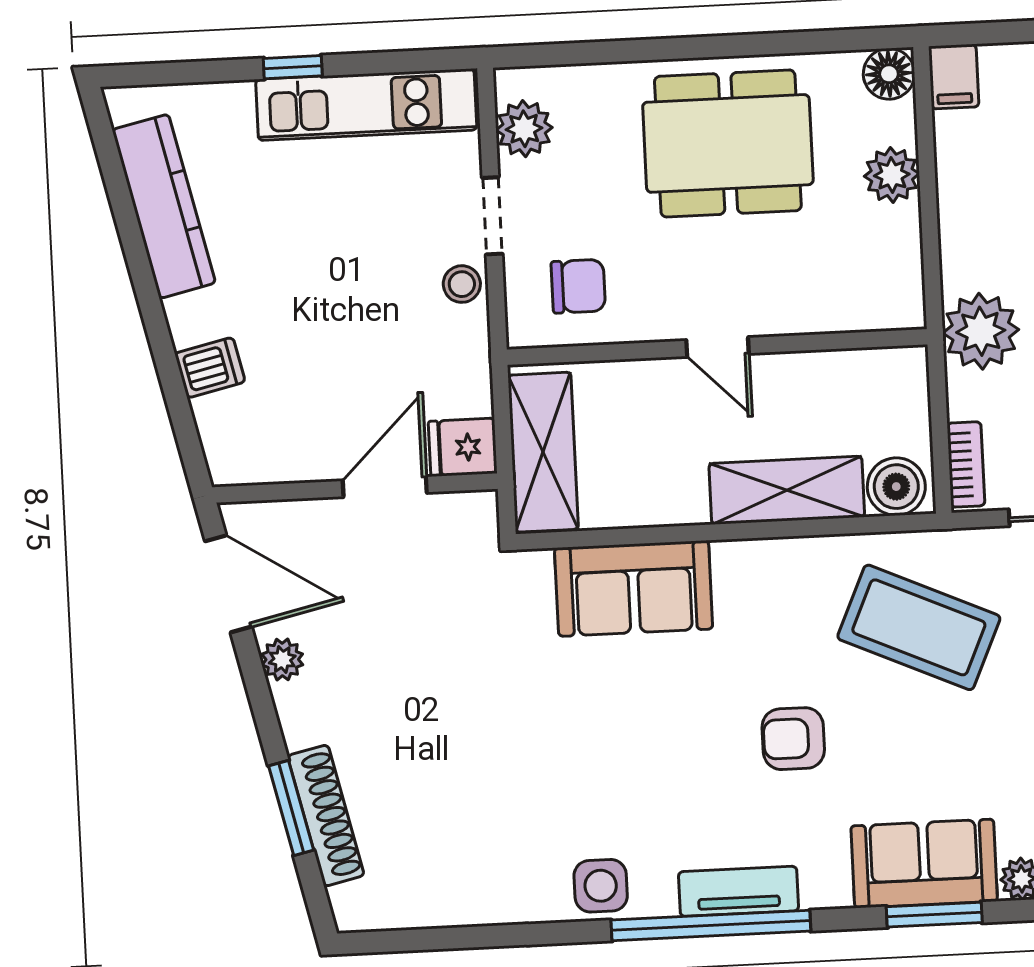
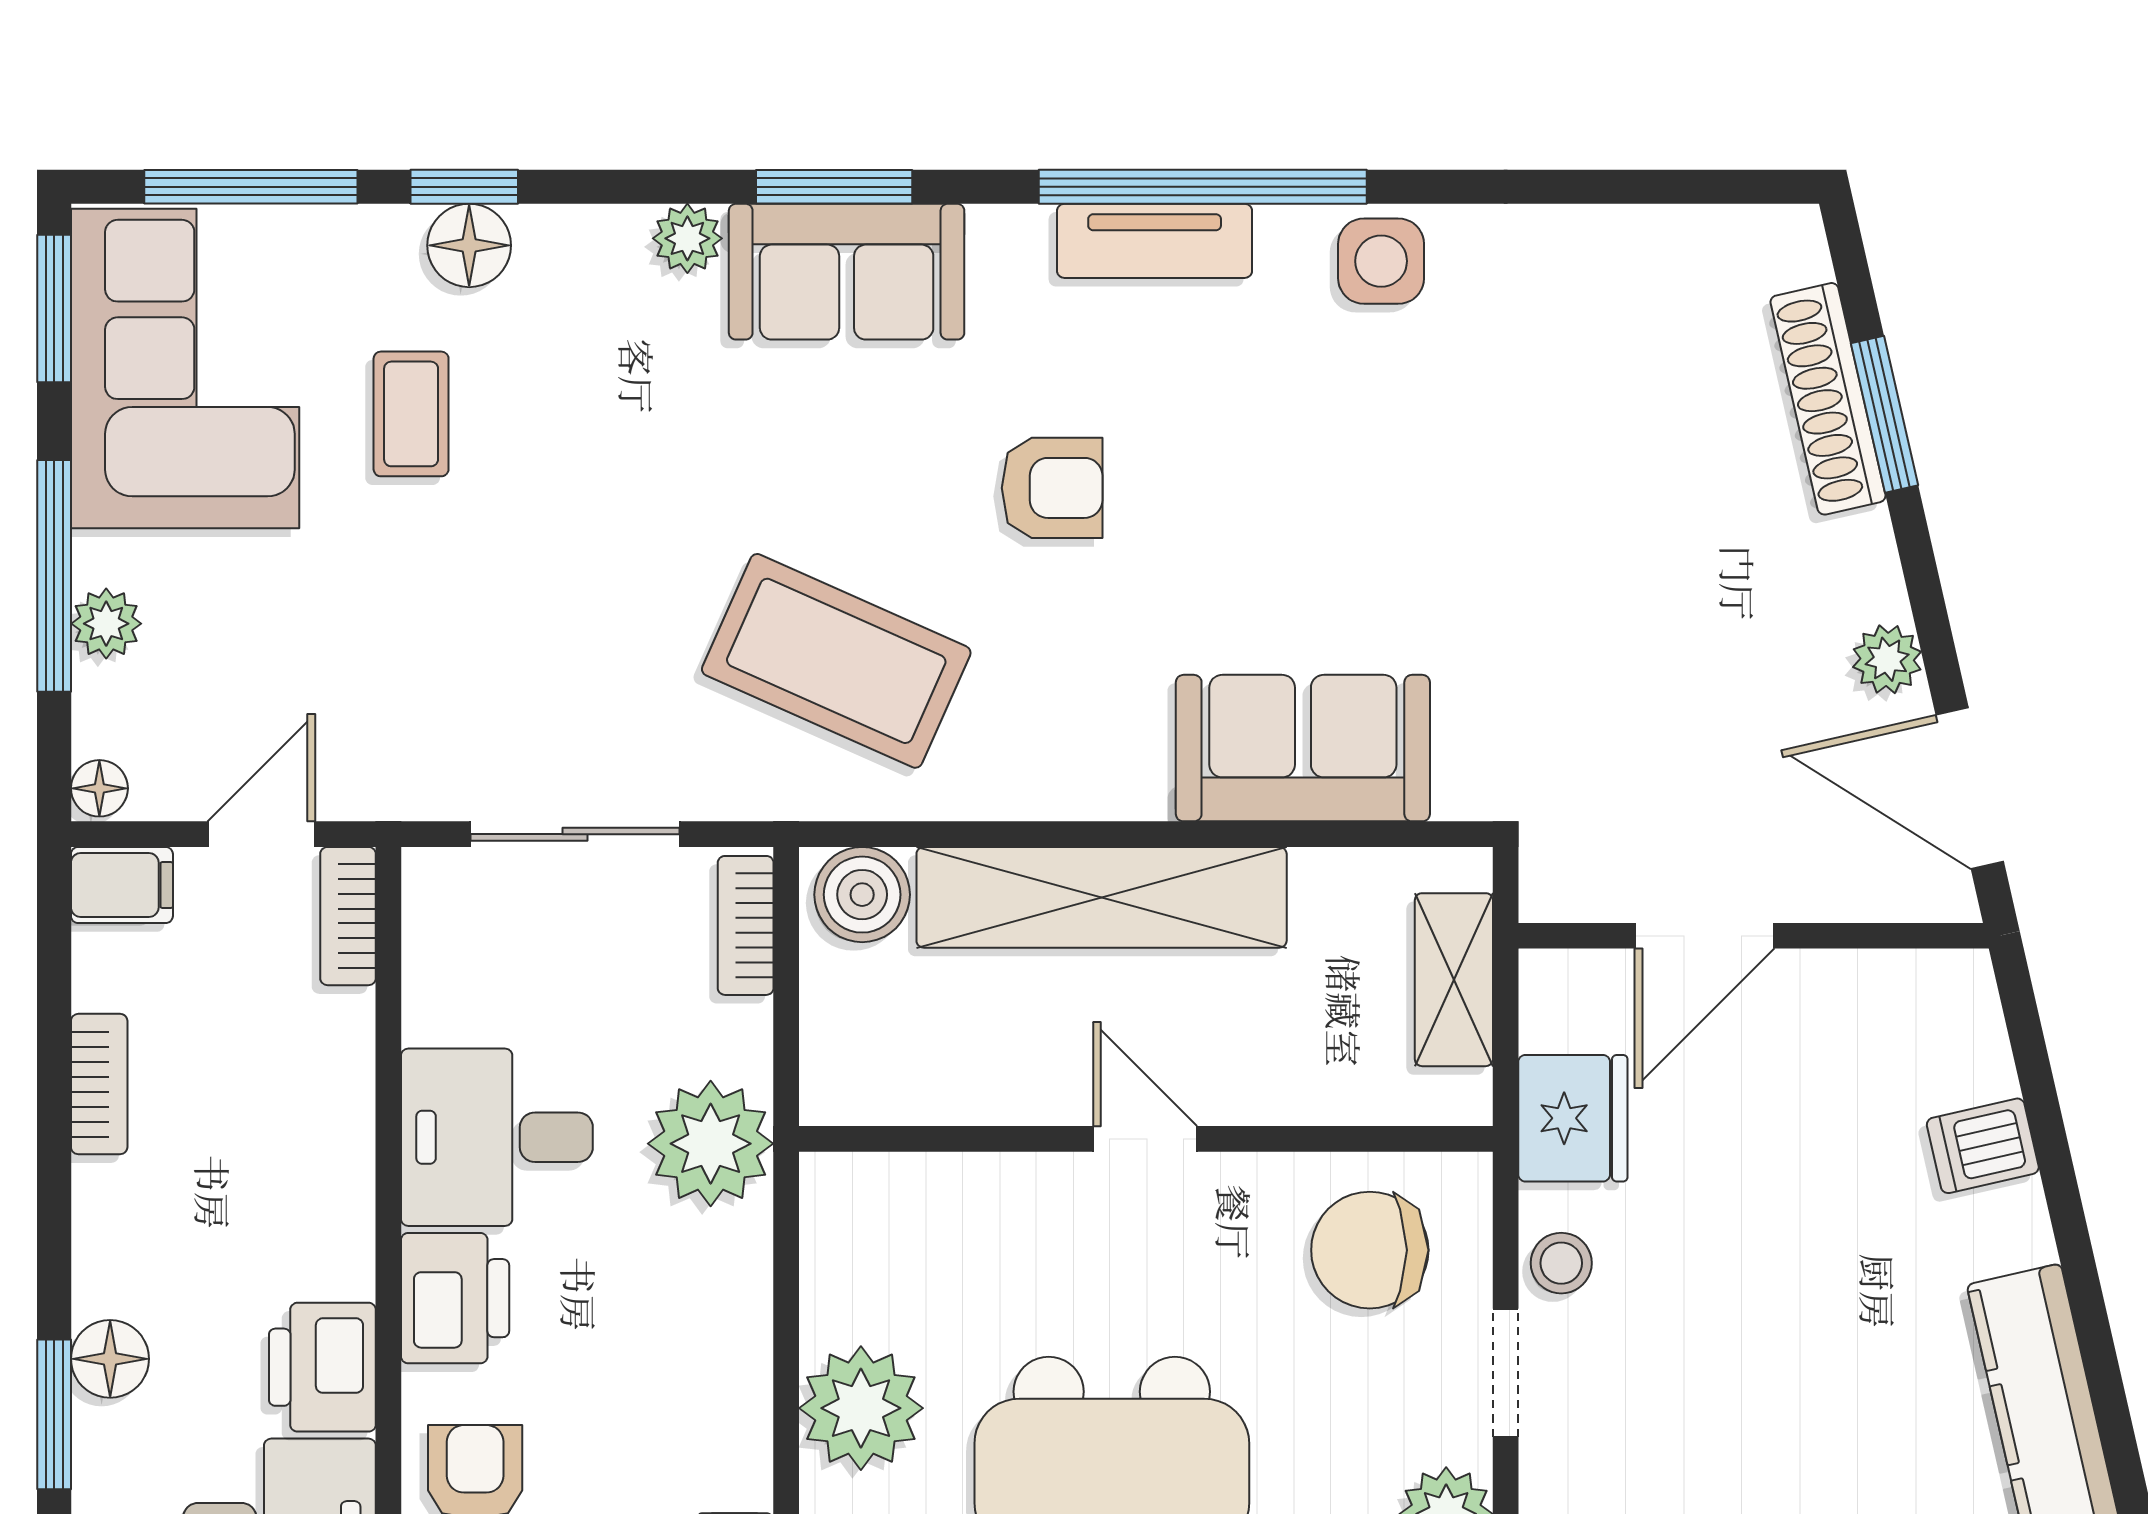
plant: (892, 175) -> (861, 1408), width x1.36, depth x1.36
chair: (578, 286) -> (1370, 1250), width x1.37, depth x1.37
fridge: (463, 447) -> (1573, 1118), moved, width x1.38
shelving: (543, 452) -> (1454, 980), width x0.67, depth x0.75
shelving: (787, 490) -> (1102, 897), width x1.47

